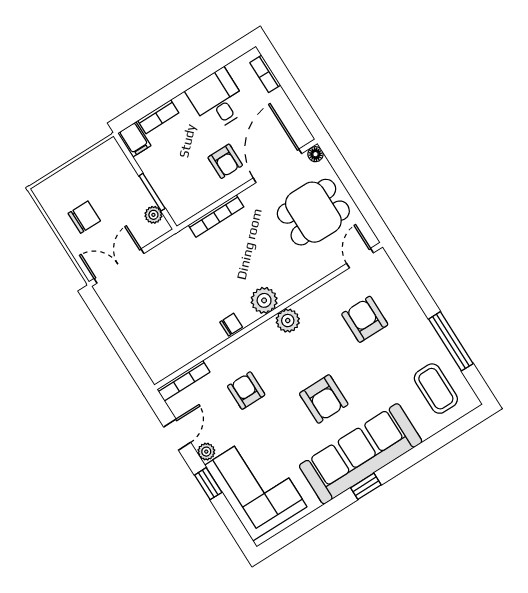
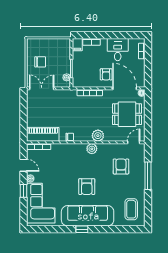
door: (277, 166) -> (125, 88), hinge flipped
plant: (264, 300) -> (98, 136), moved
window: (451, 341) -> (148, 176), moved
piano: (177, 352) -> (43, 134), added
armchair: (246, 391) -> (60, 165), removed
door: (177, 435) -> (23, 165), hinge flipped

